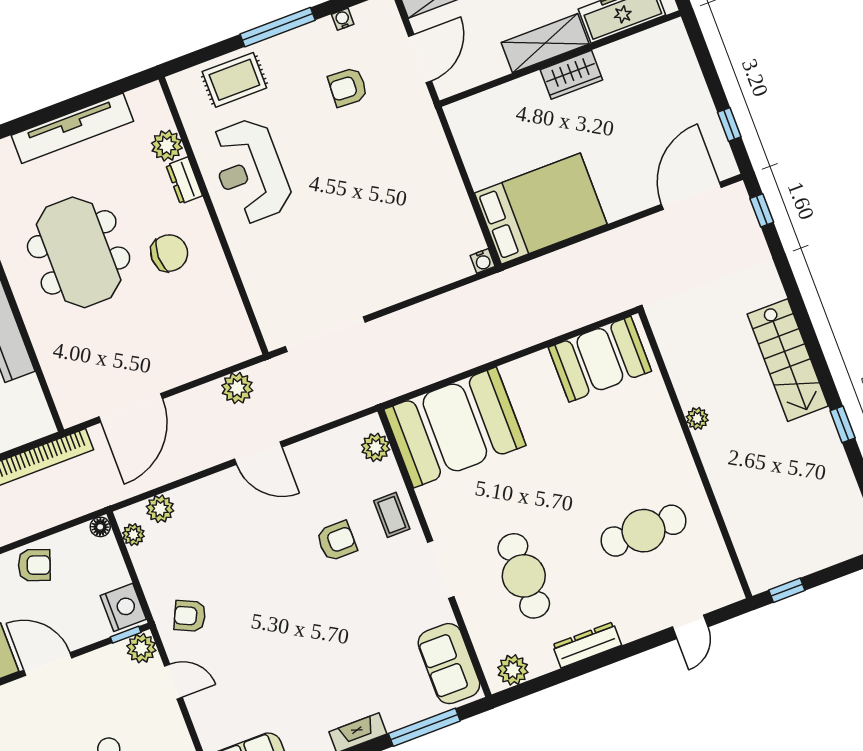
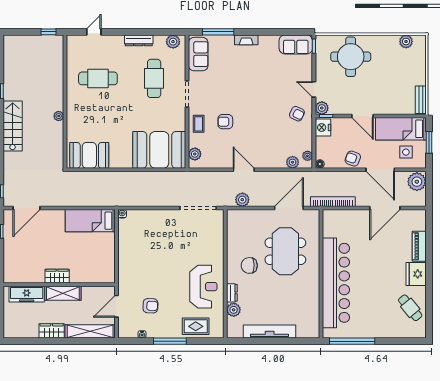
bed: (541, 209) -> (90, 221), width x0.67
meeting table: (79, 252) -> (285, 251), moved

